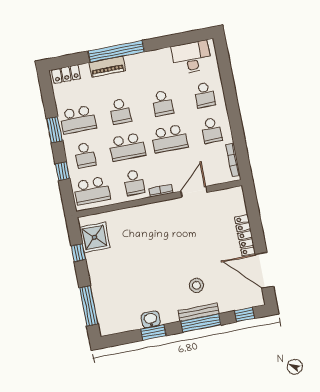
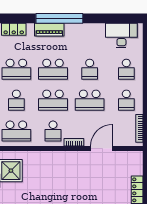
school desk: (120, 111) -> (53, 69), width x1.85

